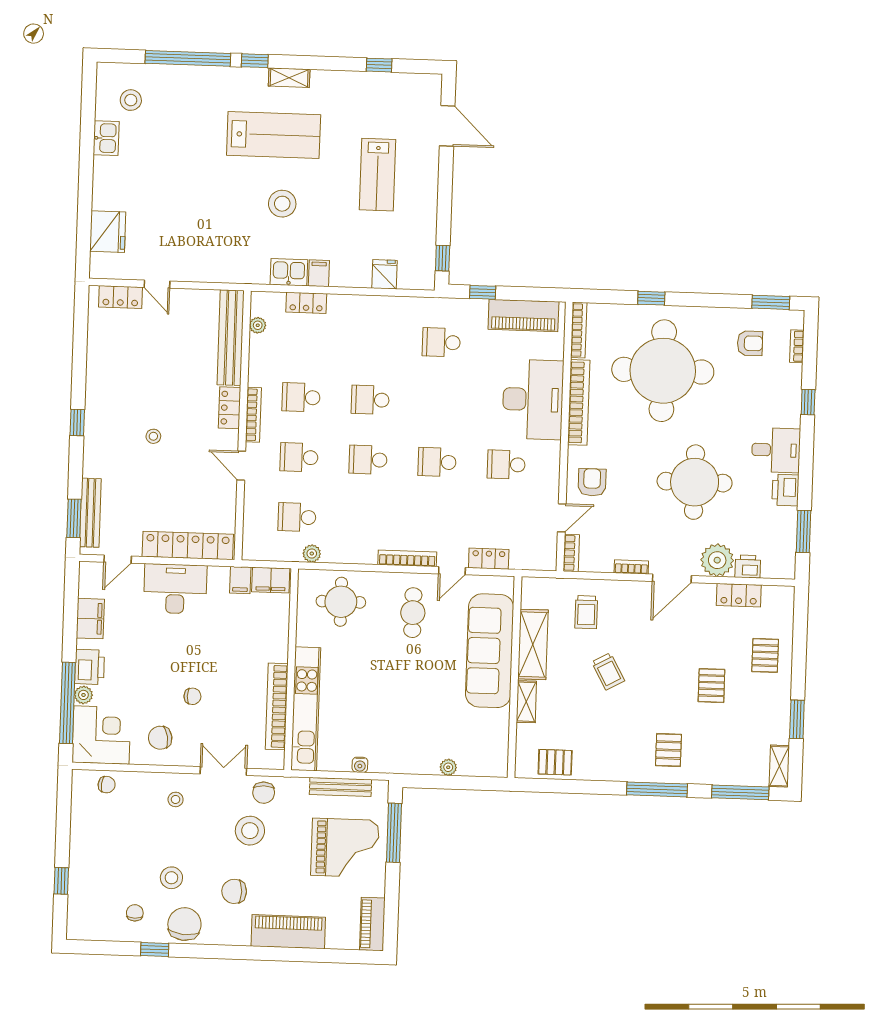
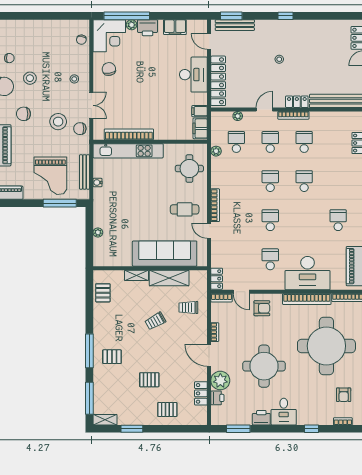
plant: (258, 325) -> (238, 116), moved
locker: (489, 559) -> (217, 279), moved
chair: (192, 696) -> (133, 86), removed
window: (61, 881) -> (26, 16), removed
chair: (234, 891) -> (23, 114), turned -90

